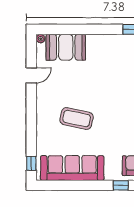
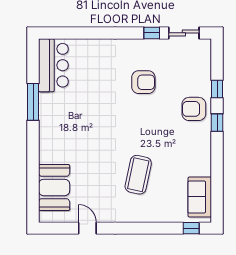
plant: (41, 39) -> (44, 217), removed
sofa: (72, 168) -> (200, 197), width x0.54, depth x0.79

